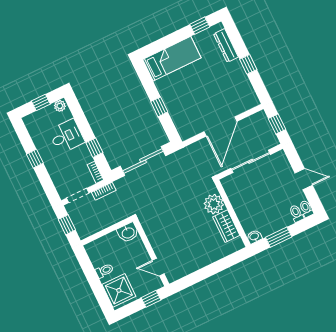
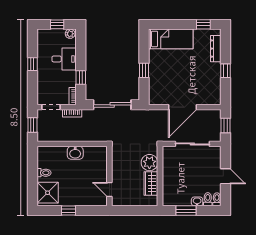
washbasin: (254, 237) -> (197, 201), moved
wall: (151, 253) -> (109, 176), moved
door: (158, 267) -> (109, 189), moved

